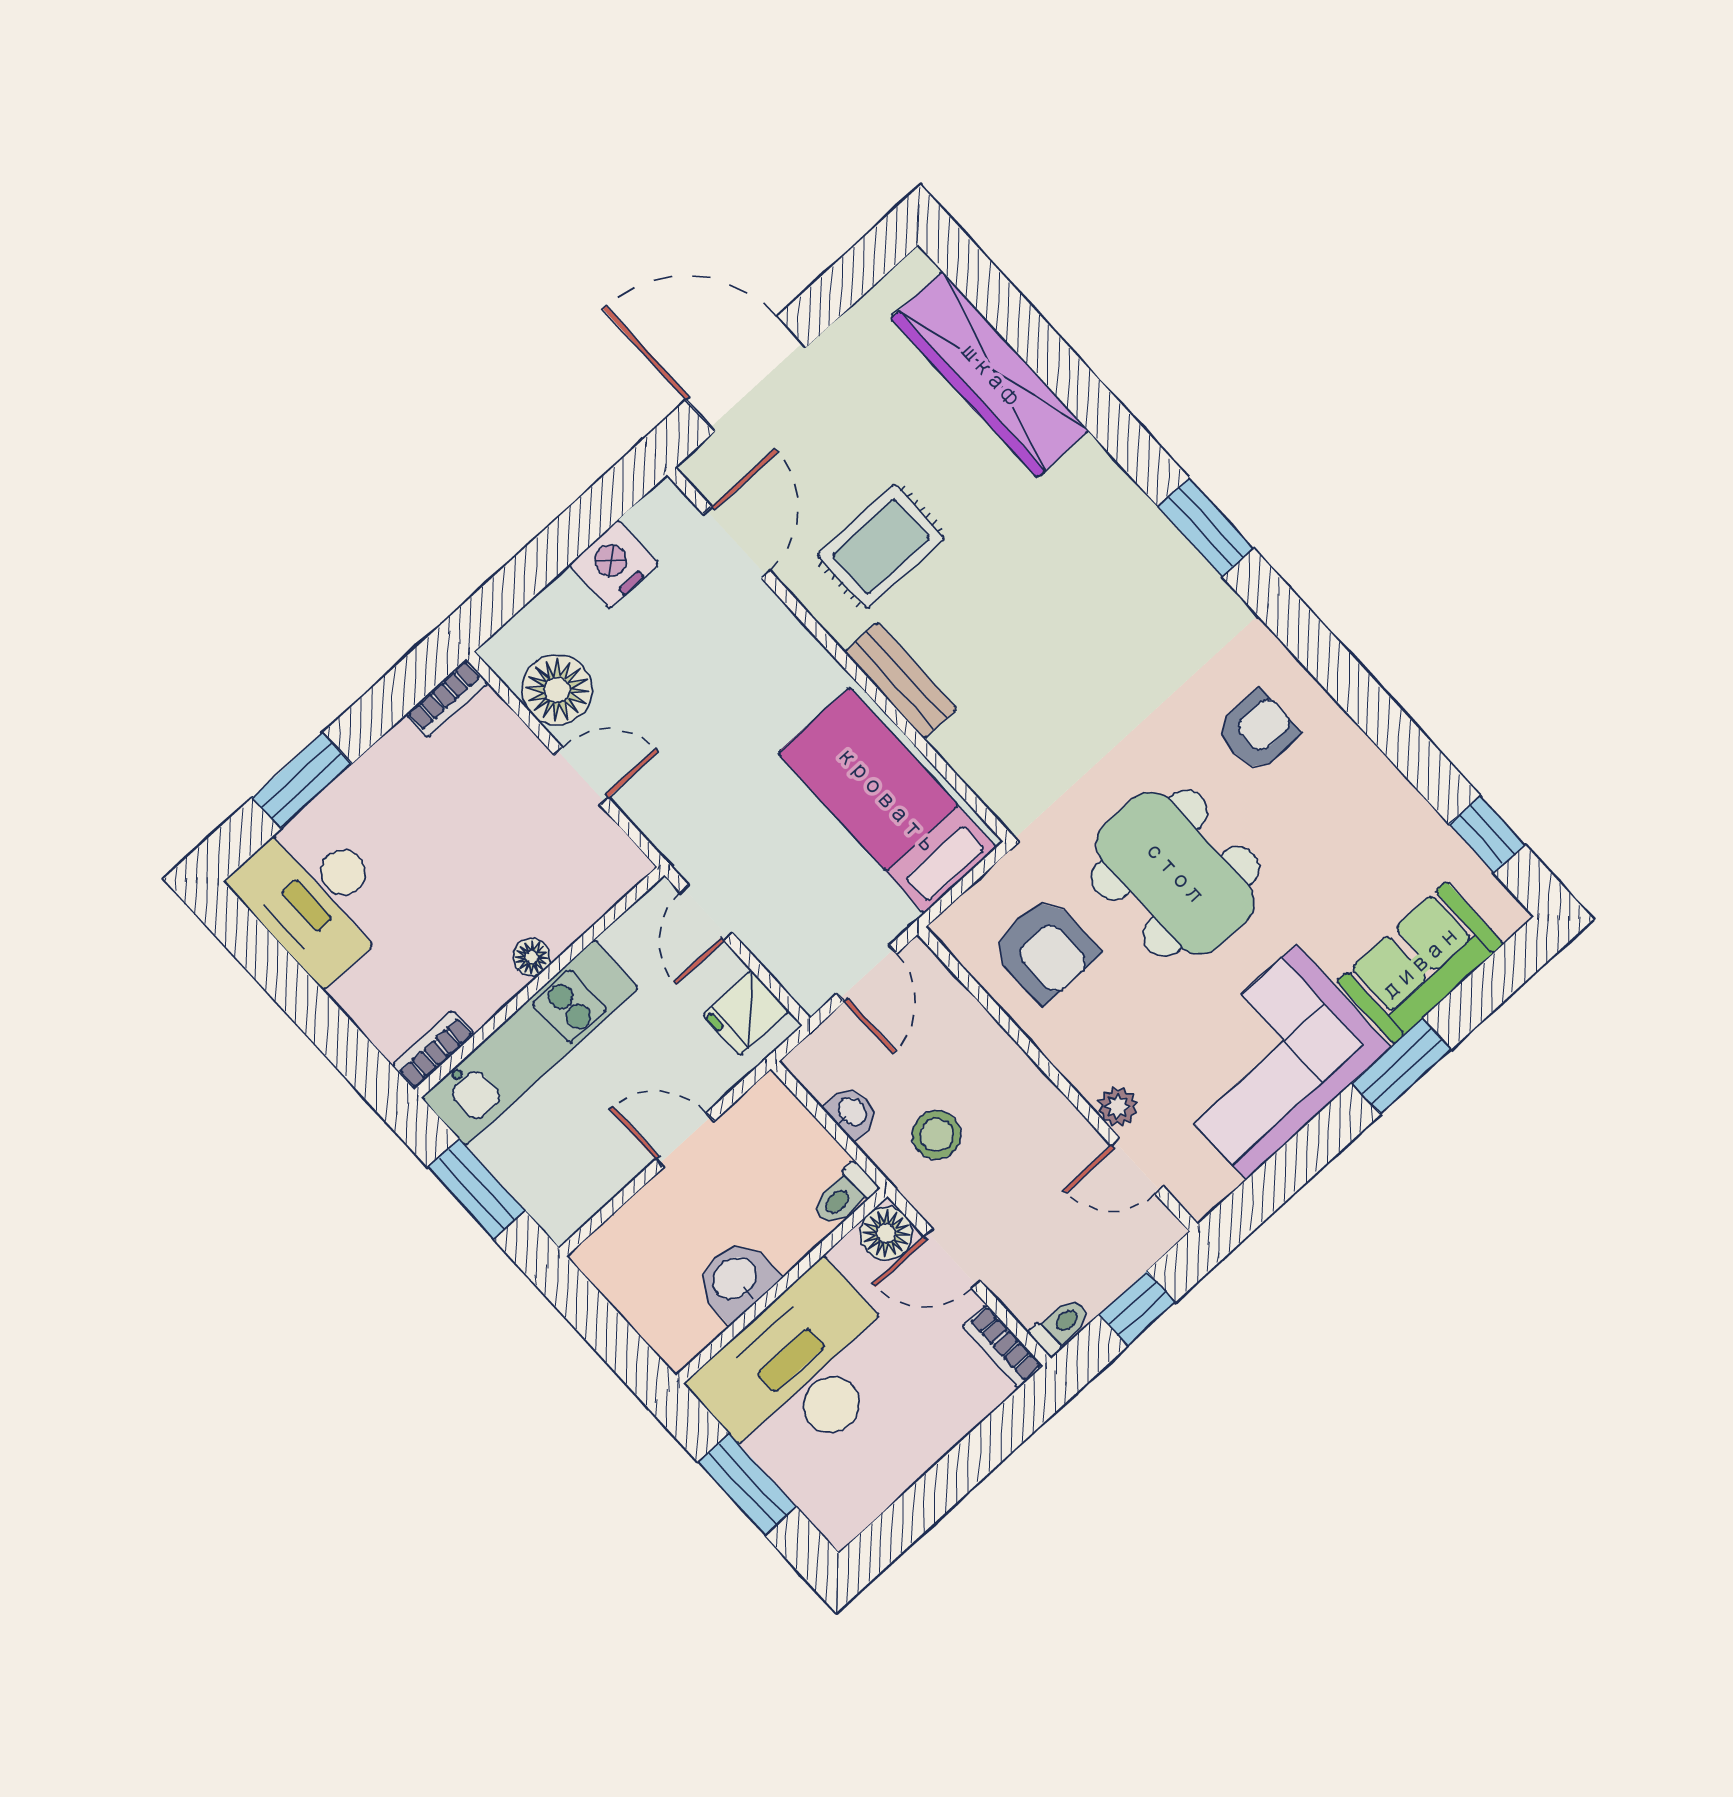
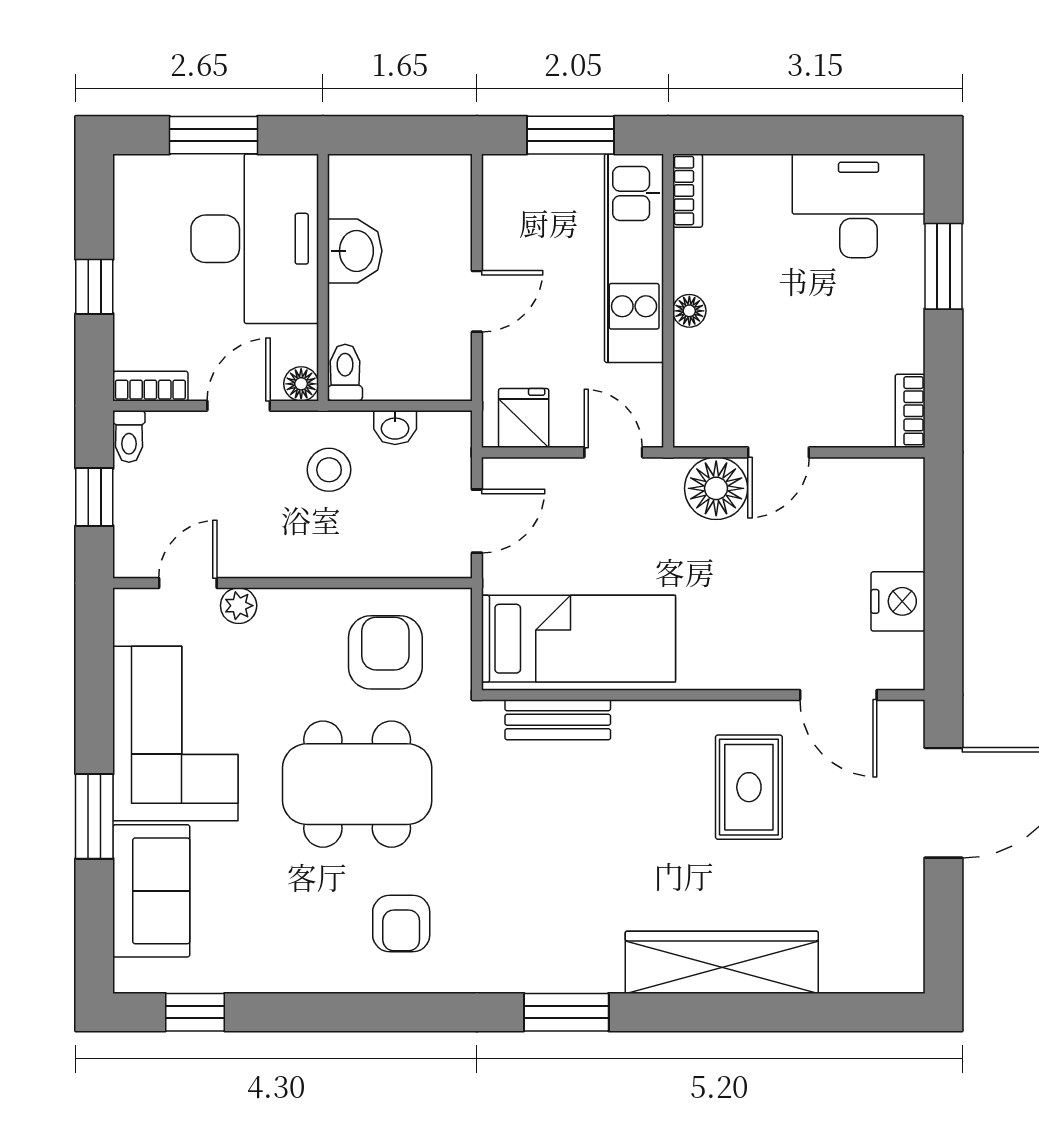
wardrobe: (990, 374) -> (722, 962), moved
bench: (901, 680) -> (558, 720), moved
floor lamp: (557, 690) -> (716, 488), moved
armchair: (1045, 950) -> (385, 652), turned 90
door: (867, 974) -> (477, 521), swing flipped
floor lamp: (886, 1233) -> (301, 384), width x0.73, depth x0.73
window: (963, 1468) -> (94, 287), added

